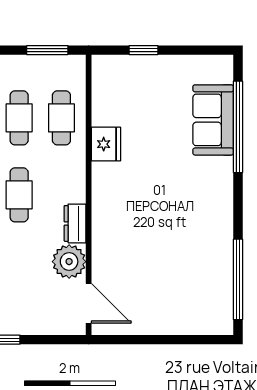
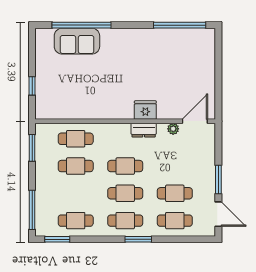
fridge: (106, 144) -> (145, 110), moved
plant: (69, 262) -> (173, 129), width x0.53, depth x0.53

